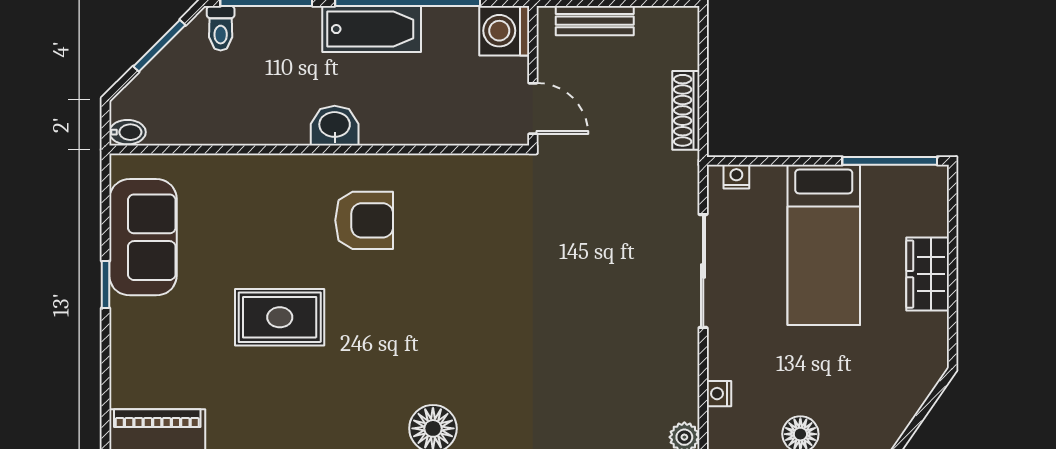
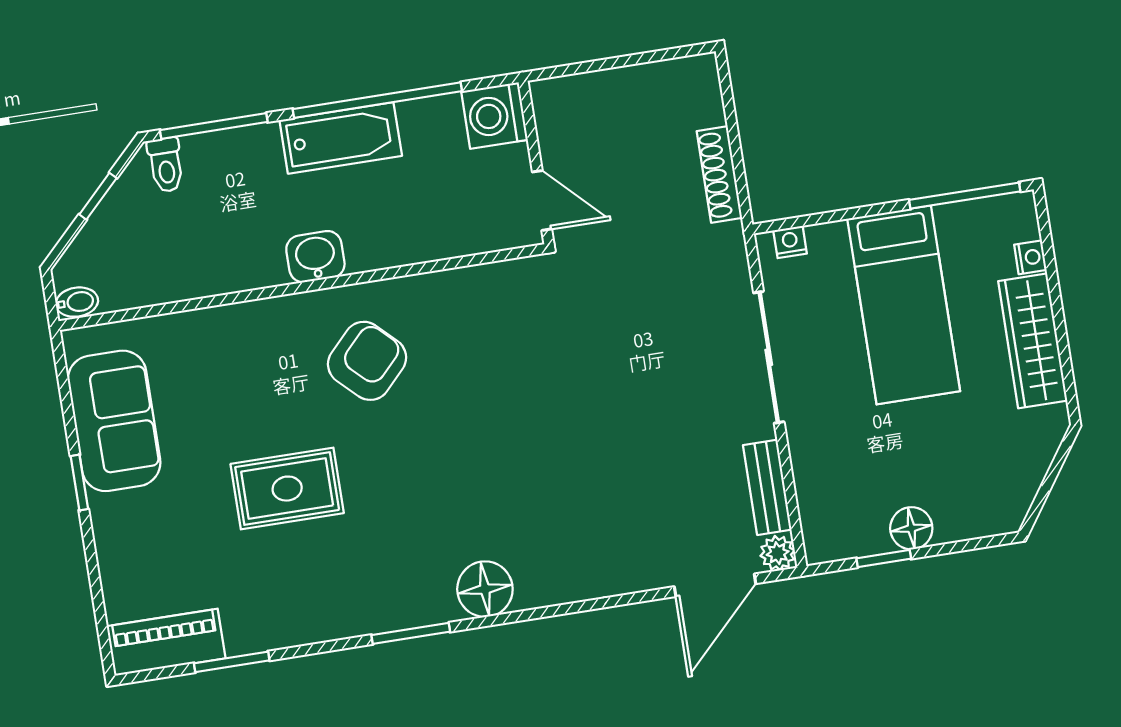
bench: (595, 21) -> (767, 487), moved, turned 90
window: (159, 46) -> (98, 196), width x0.67
armchair: (364, 220) -> (367, 361), turned -46
wardrobe: (928, 274) -> (1033, 341), width x1.50
nightstand: (719, 394) -> (1030, 257), moved, turned 180

